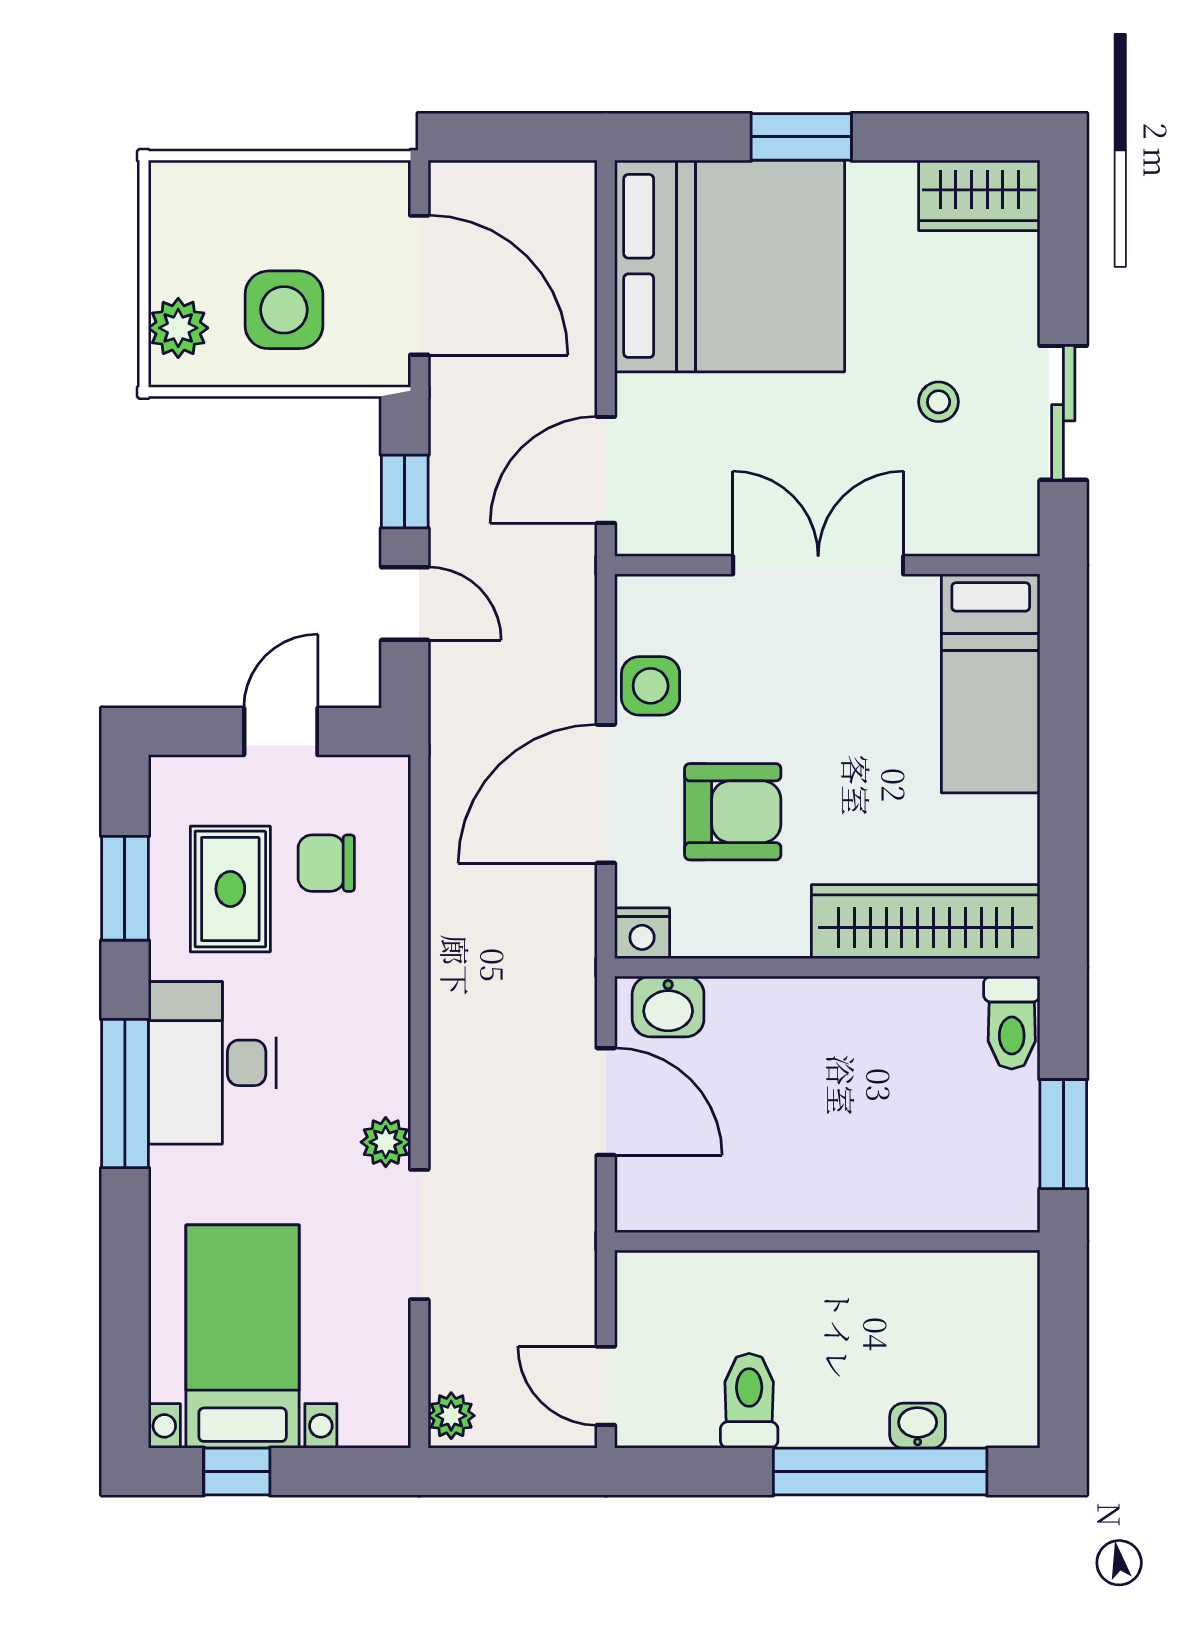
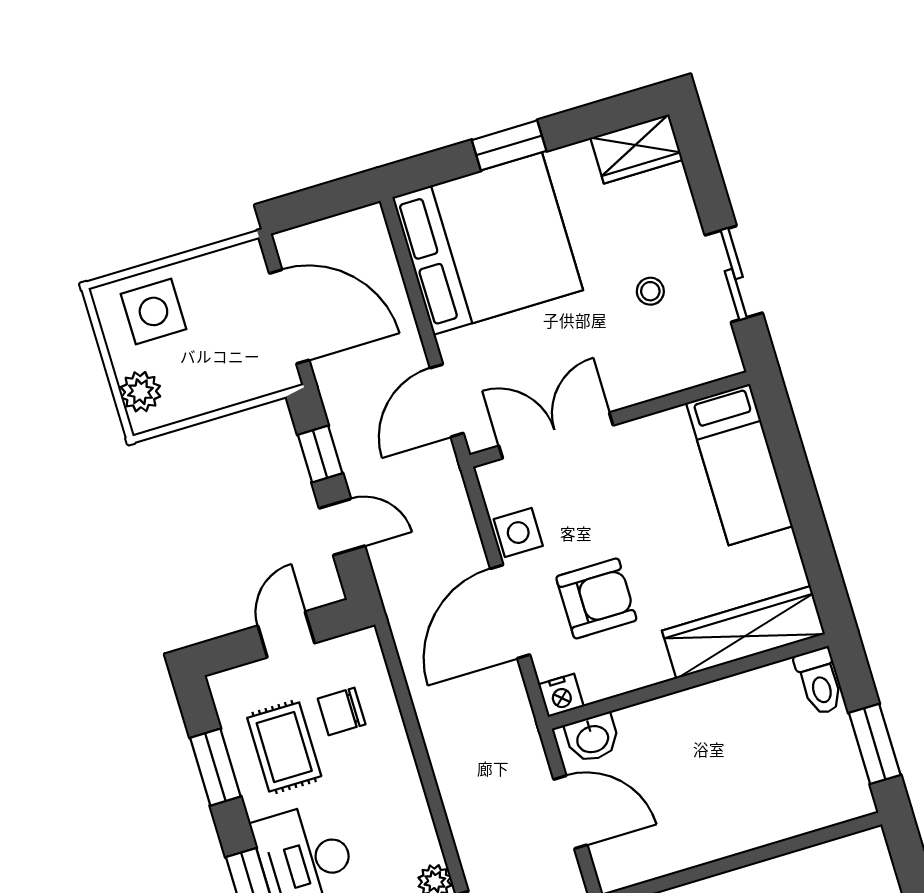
side table: (284, 310) -> (153, 311), moved
double door: (818, 565) -> (556, 436), moved

